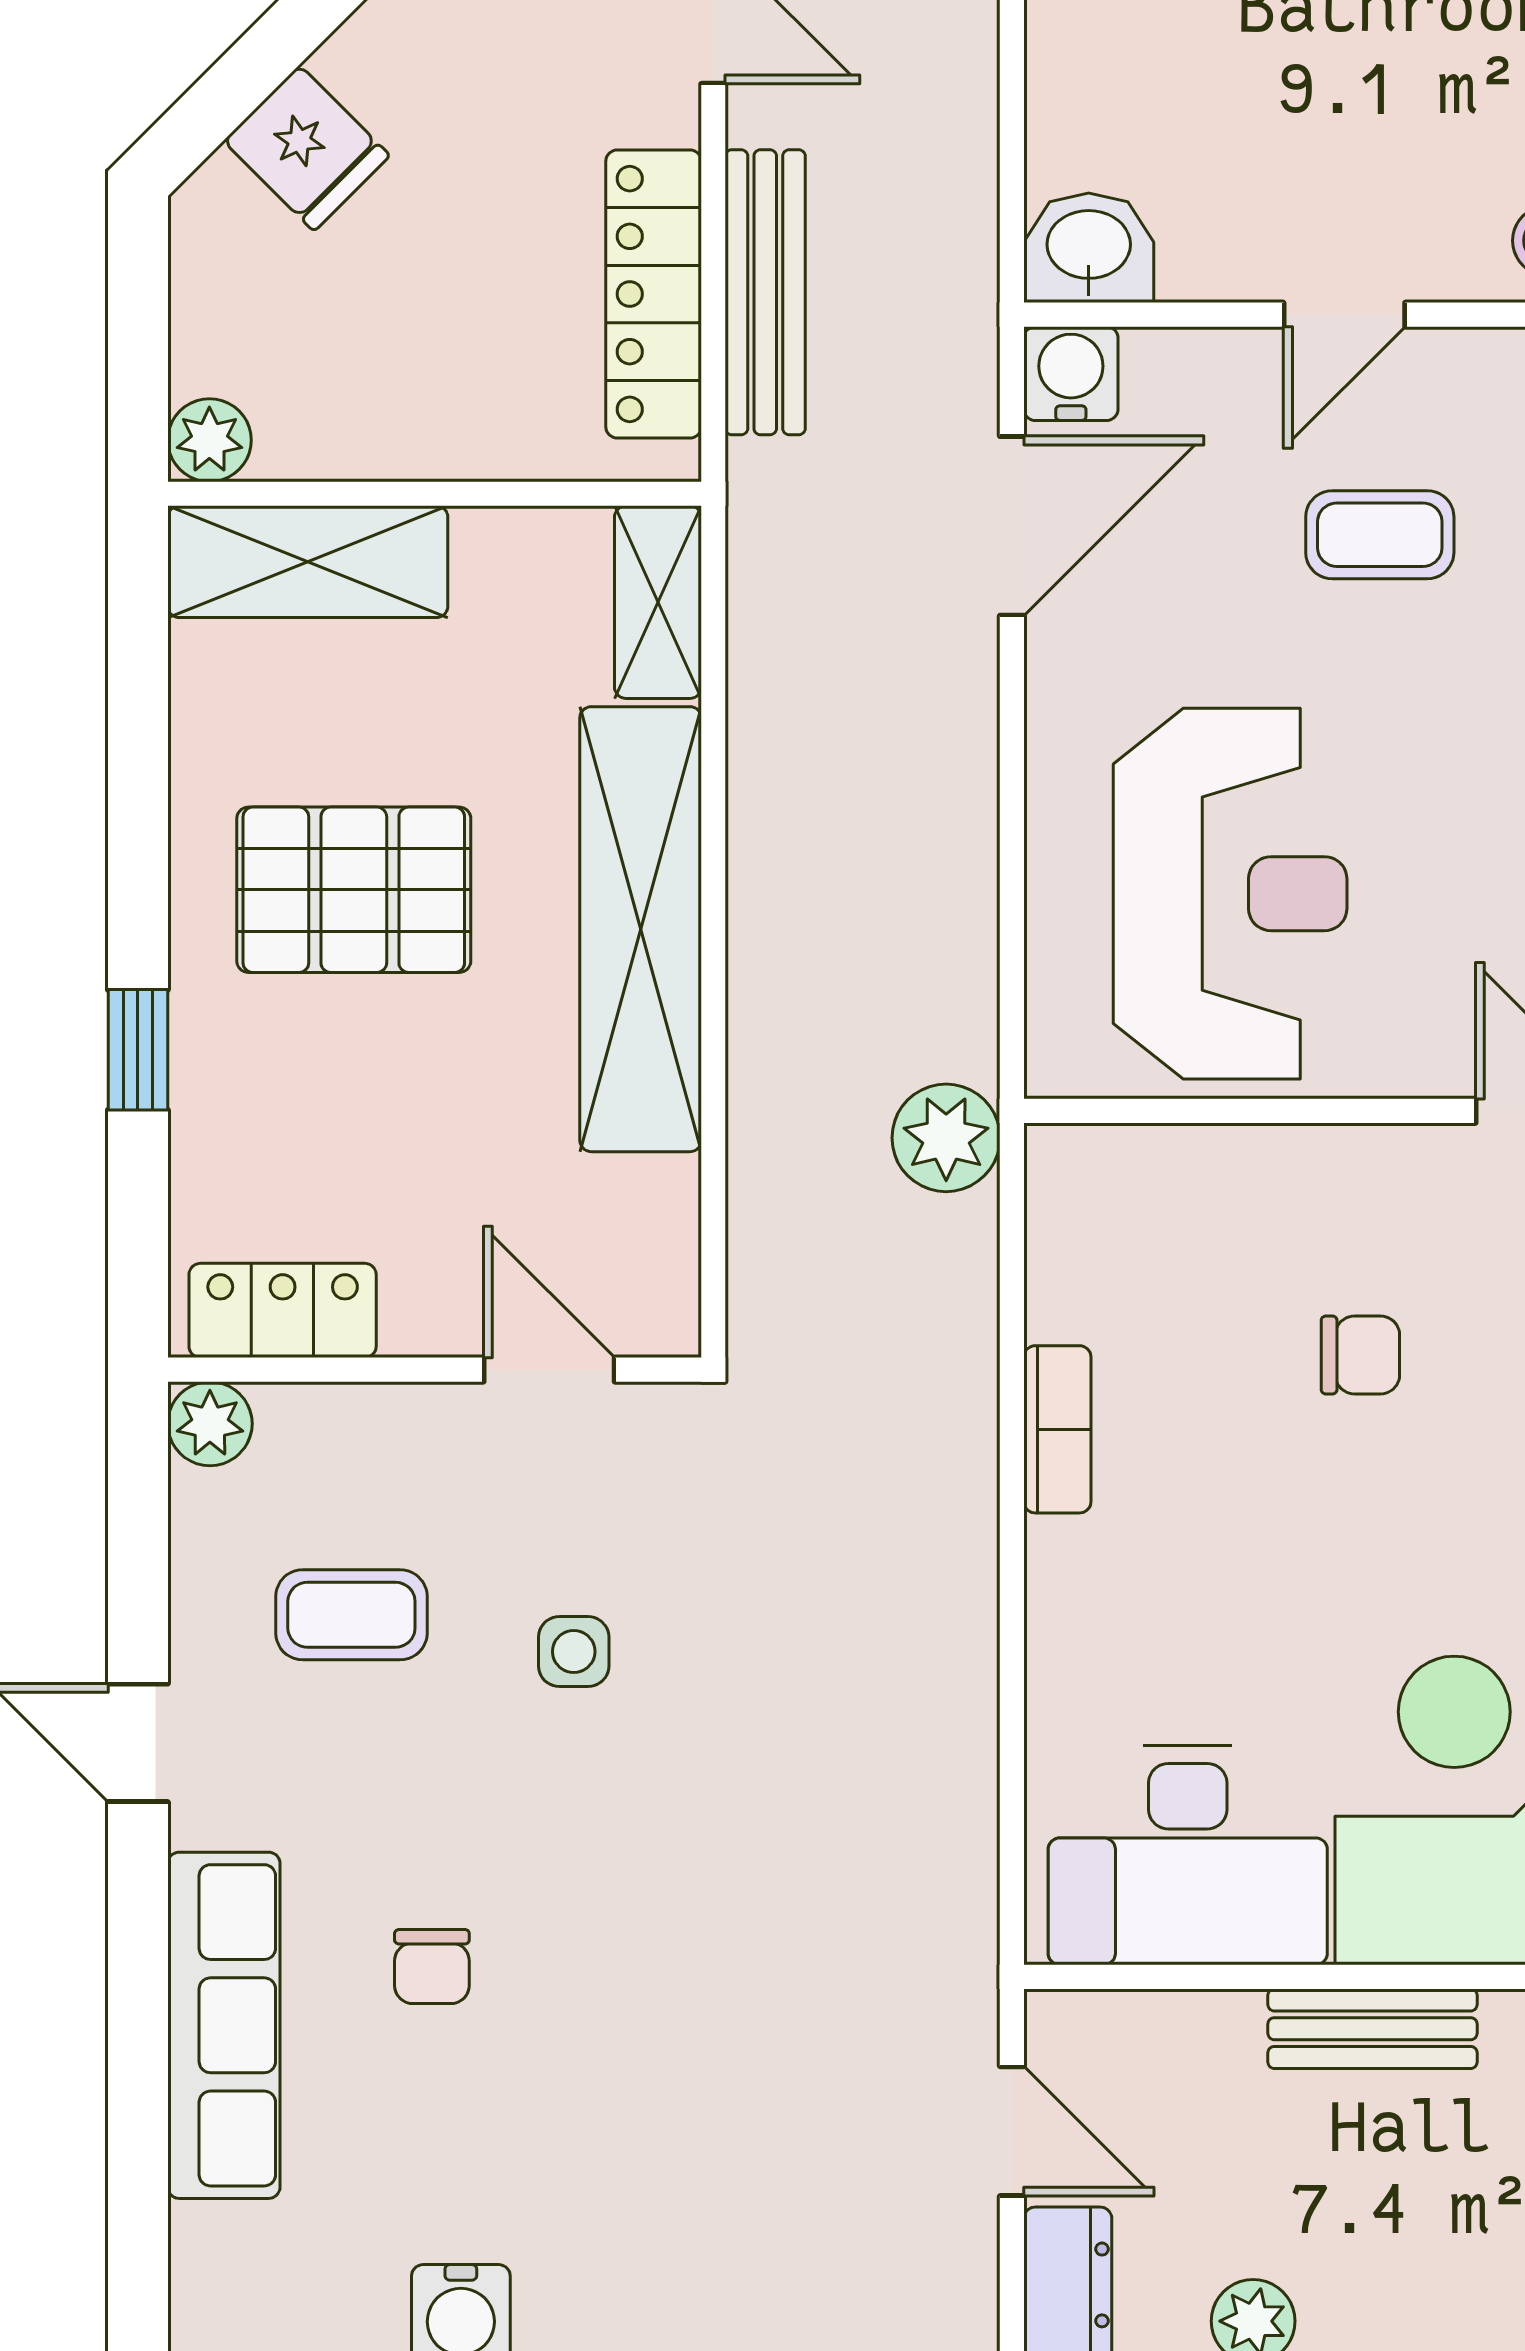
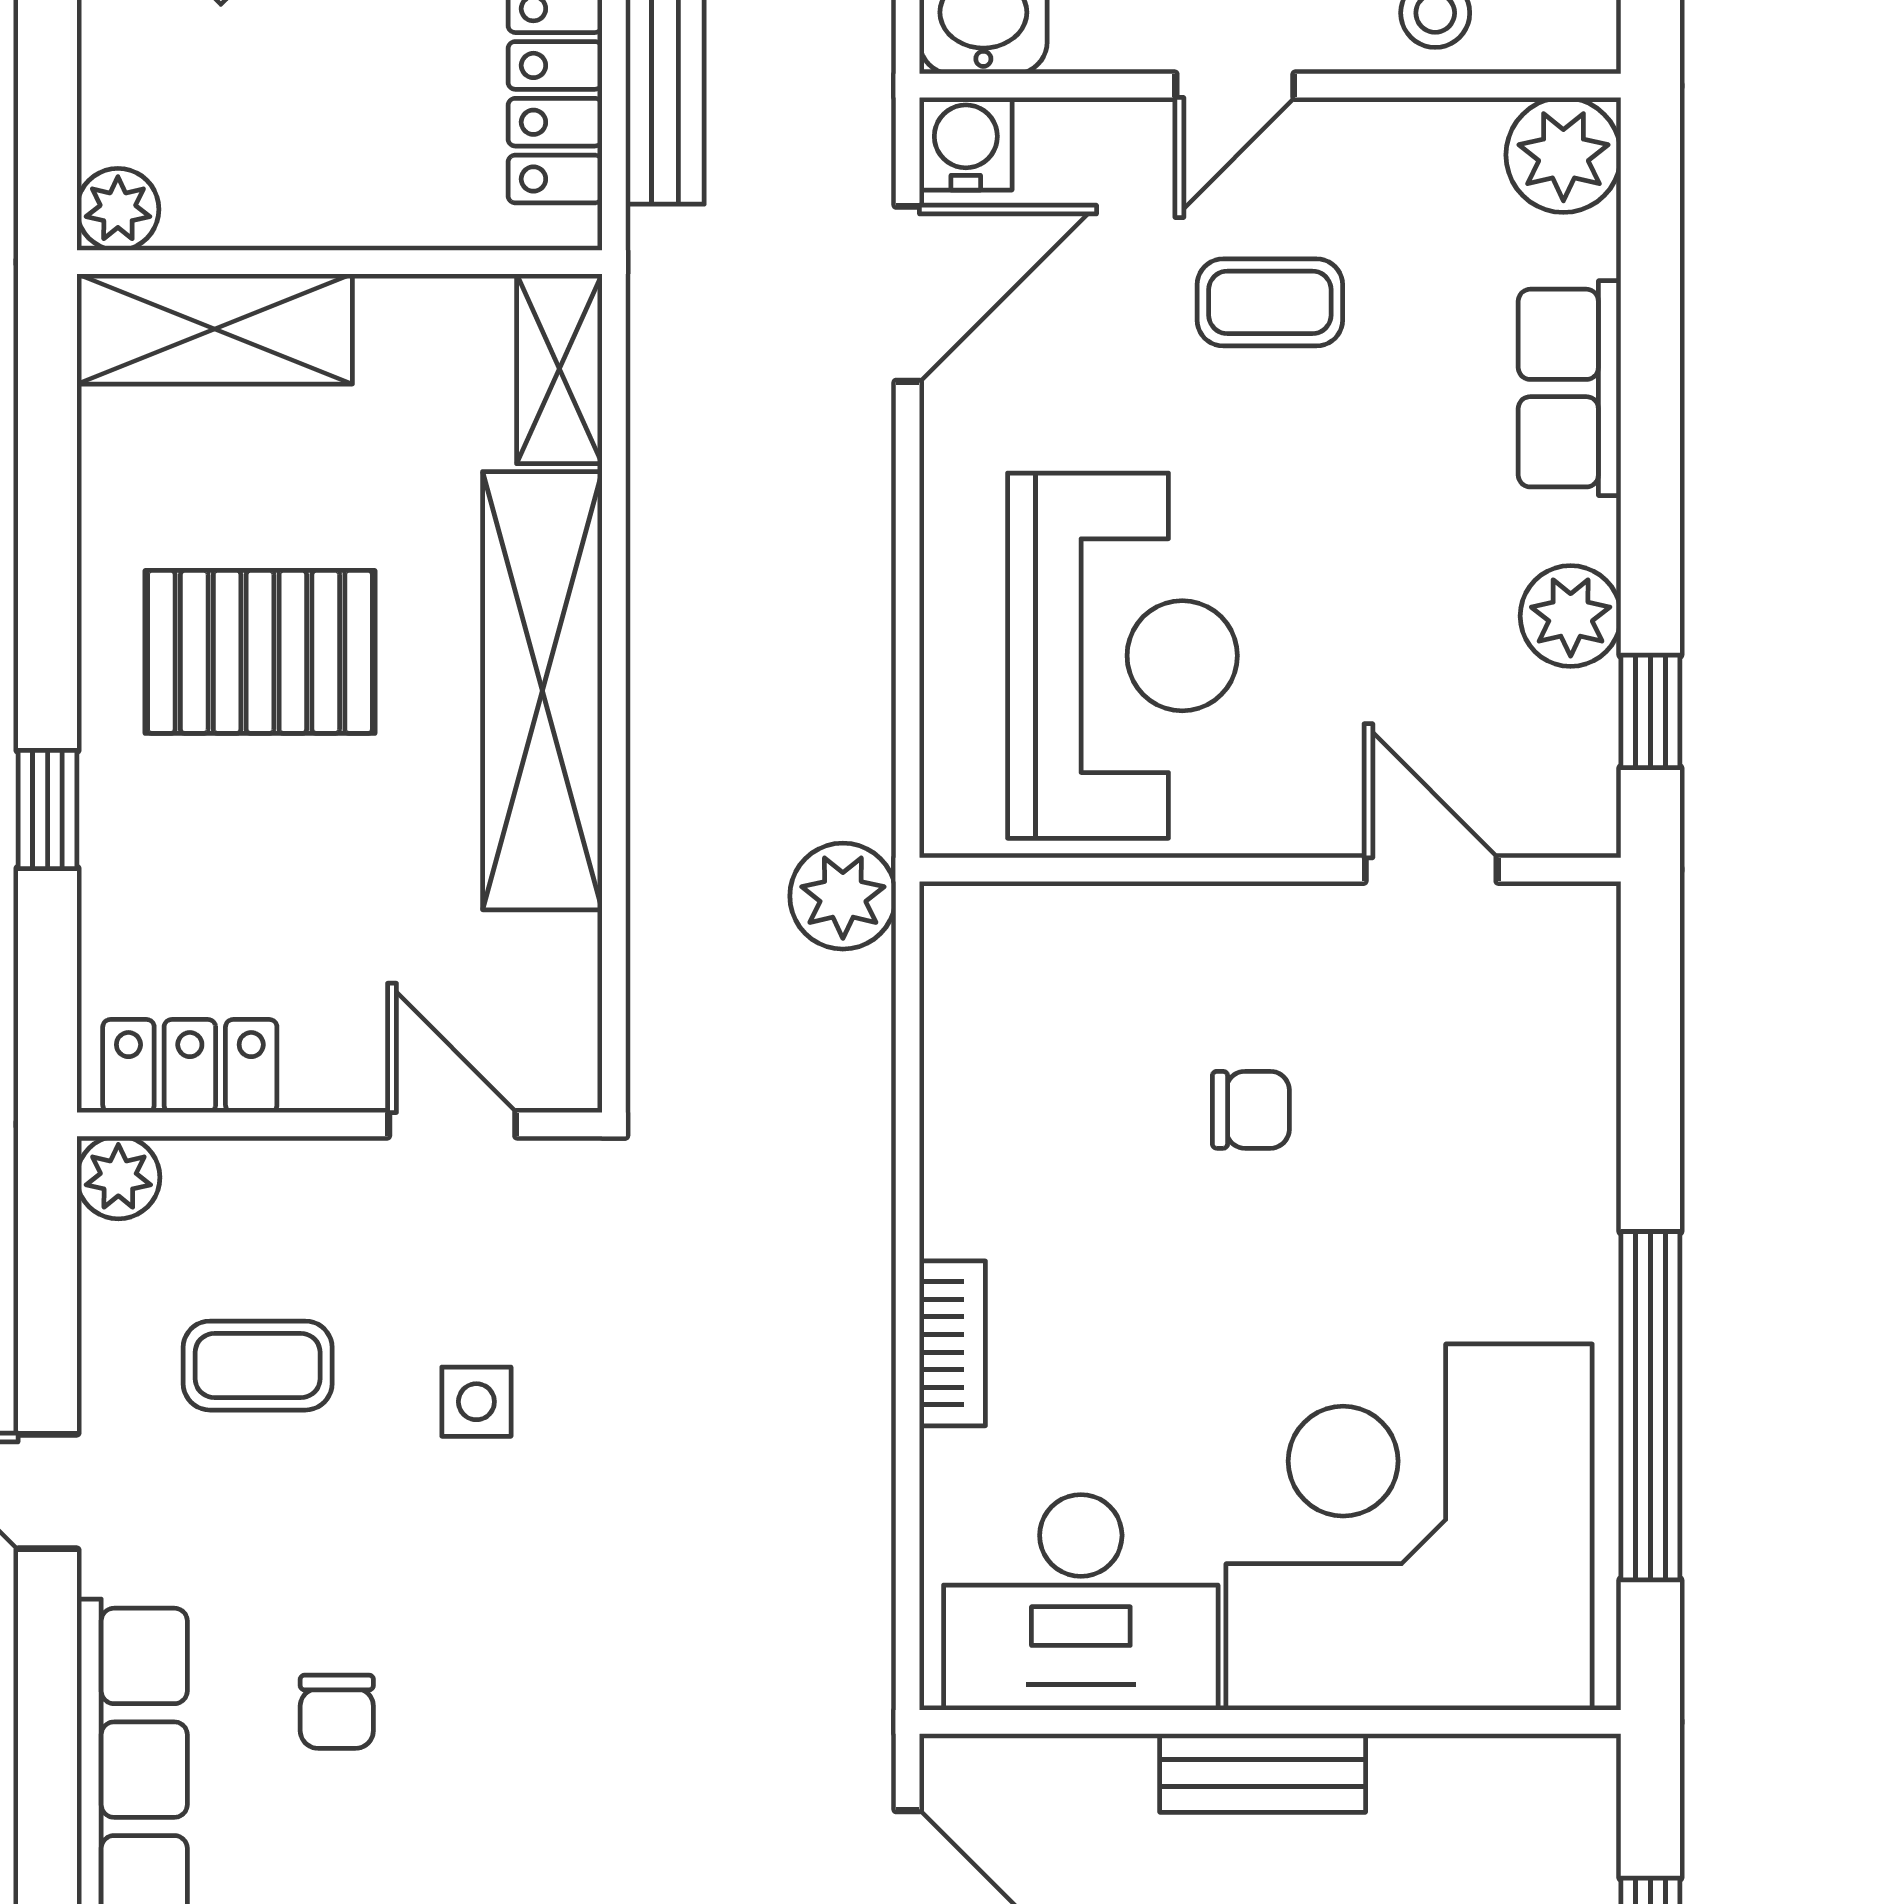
bookcase: (1057, 1429) -> (952, 1343), moved

